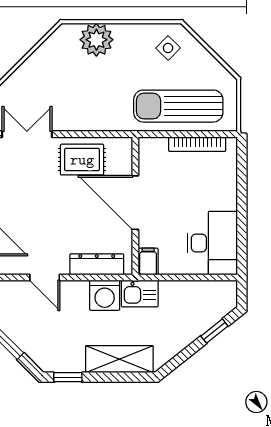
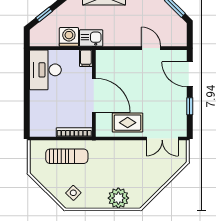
sun lounger: (178, 106) -> (67, 156), width x0.73, depth x0.75
bookcase: (197, 144) -> (74, 132), moved
dresser: (97, 264) -> (118, 56), removed
washing machine: (105, 295) -> (69, 37), moved

